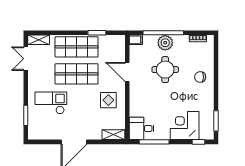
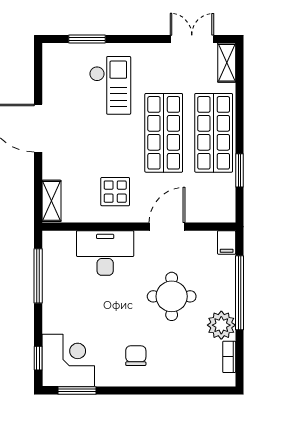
plant: (165, 43) -> (221, 325), moved
chair: (200, 77) -> (136, 356), moved
corner desk: (185, 126) -> (68, 360), moved
desk: (142, 128) -> (105, 253), moved, width x1.37

